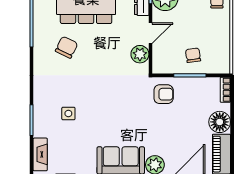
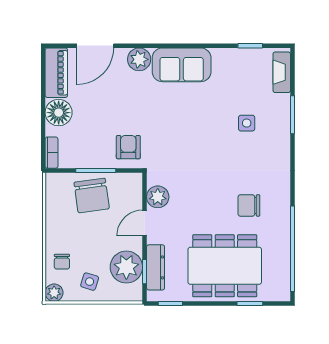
chair: (67, 47) -> (249, 205), turned 64
chair: (193, 55) -> (92, 196), width x1.87, depth x1.87
armchair: (164, 94) -> (128, 147), turned 90

